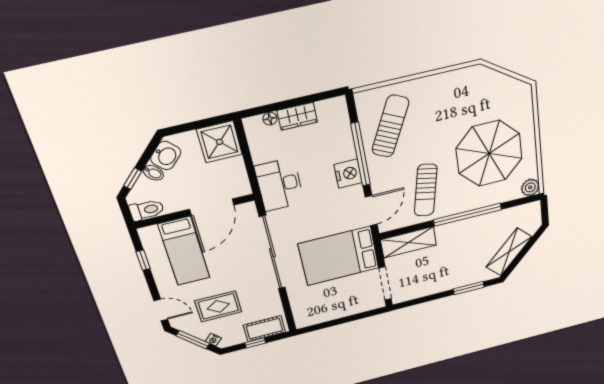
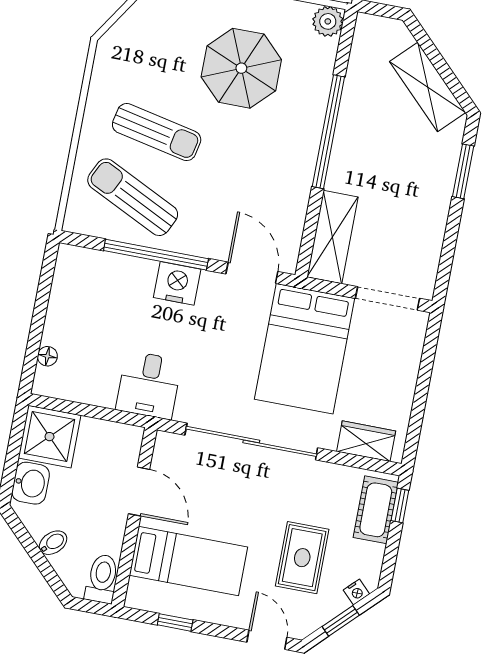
wardrobe: (297, 116) -> (366, 441), moved, turned -90
parasol: (489, 154) -> (241, 68), width x0.73, depth x0.73
washbasin: (166, 155) -> (31, 483), moved, turned 45
window: (133, 178) -> (49, 573), removed
desk: (279, 185) -> (149, 385), width x0.73
sun lounger: (426, 190) -> (157, 132), moved
door: (212, 207) -> (139, 491), width x0.73
door: (161, 310) -> (267, 640), hinge flipped
window: (193, 340) -> (341, 621), width x0.67
window: (255, 343) -> (400, 505), moved

